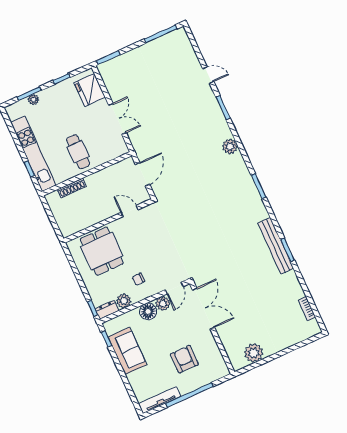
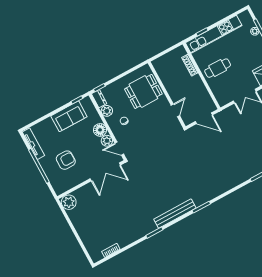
plant: (230, 146) -> (230, 183), removed
bench: (276, 246) -> (175, 214), moved
plant: (254, 353) -> (69, 202), moved

